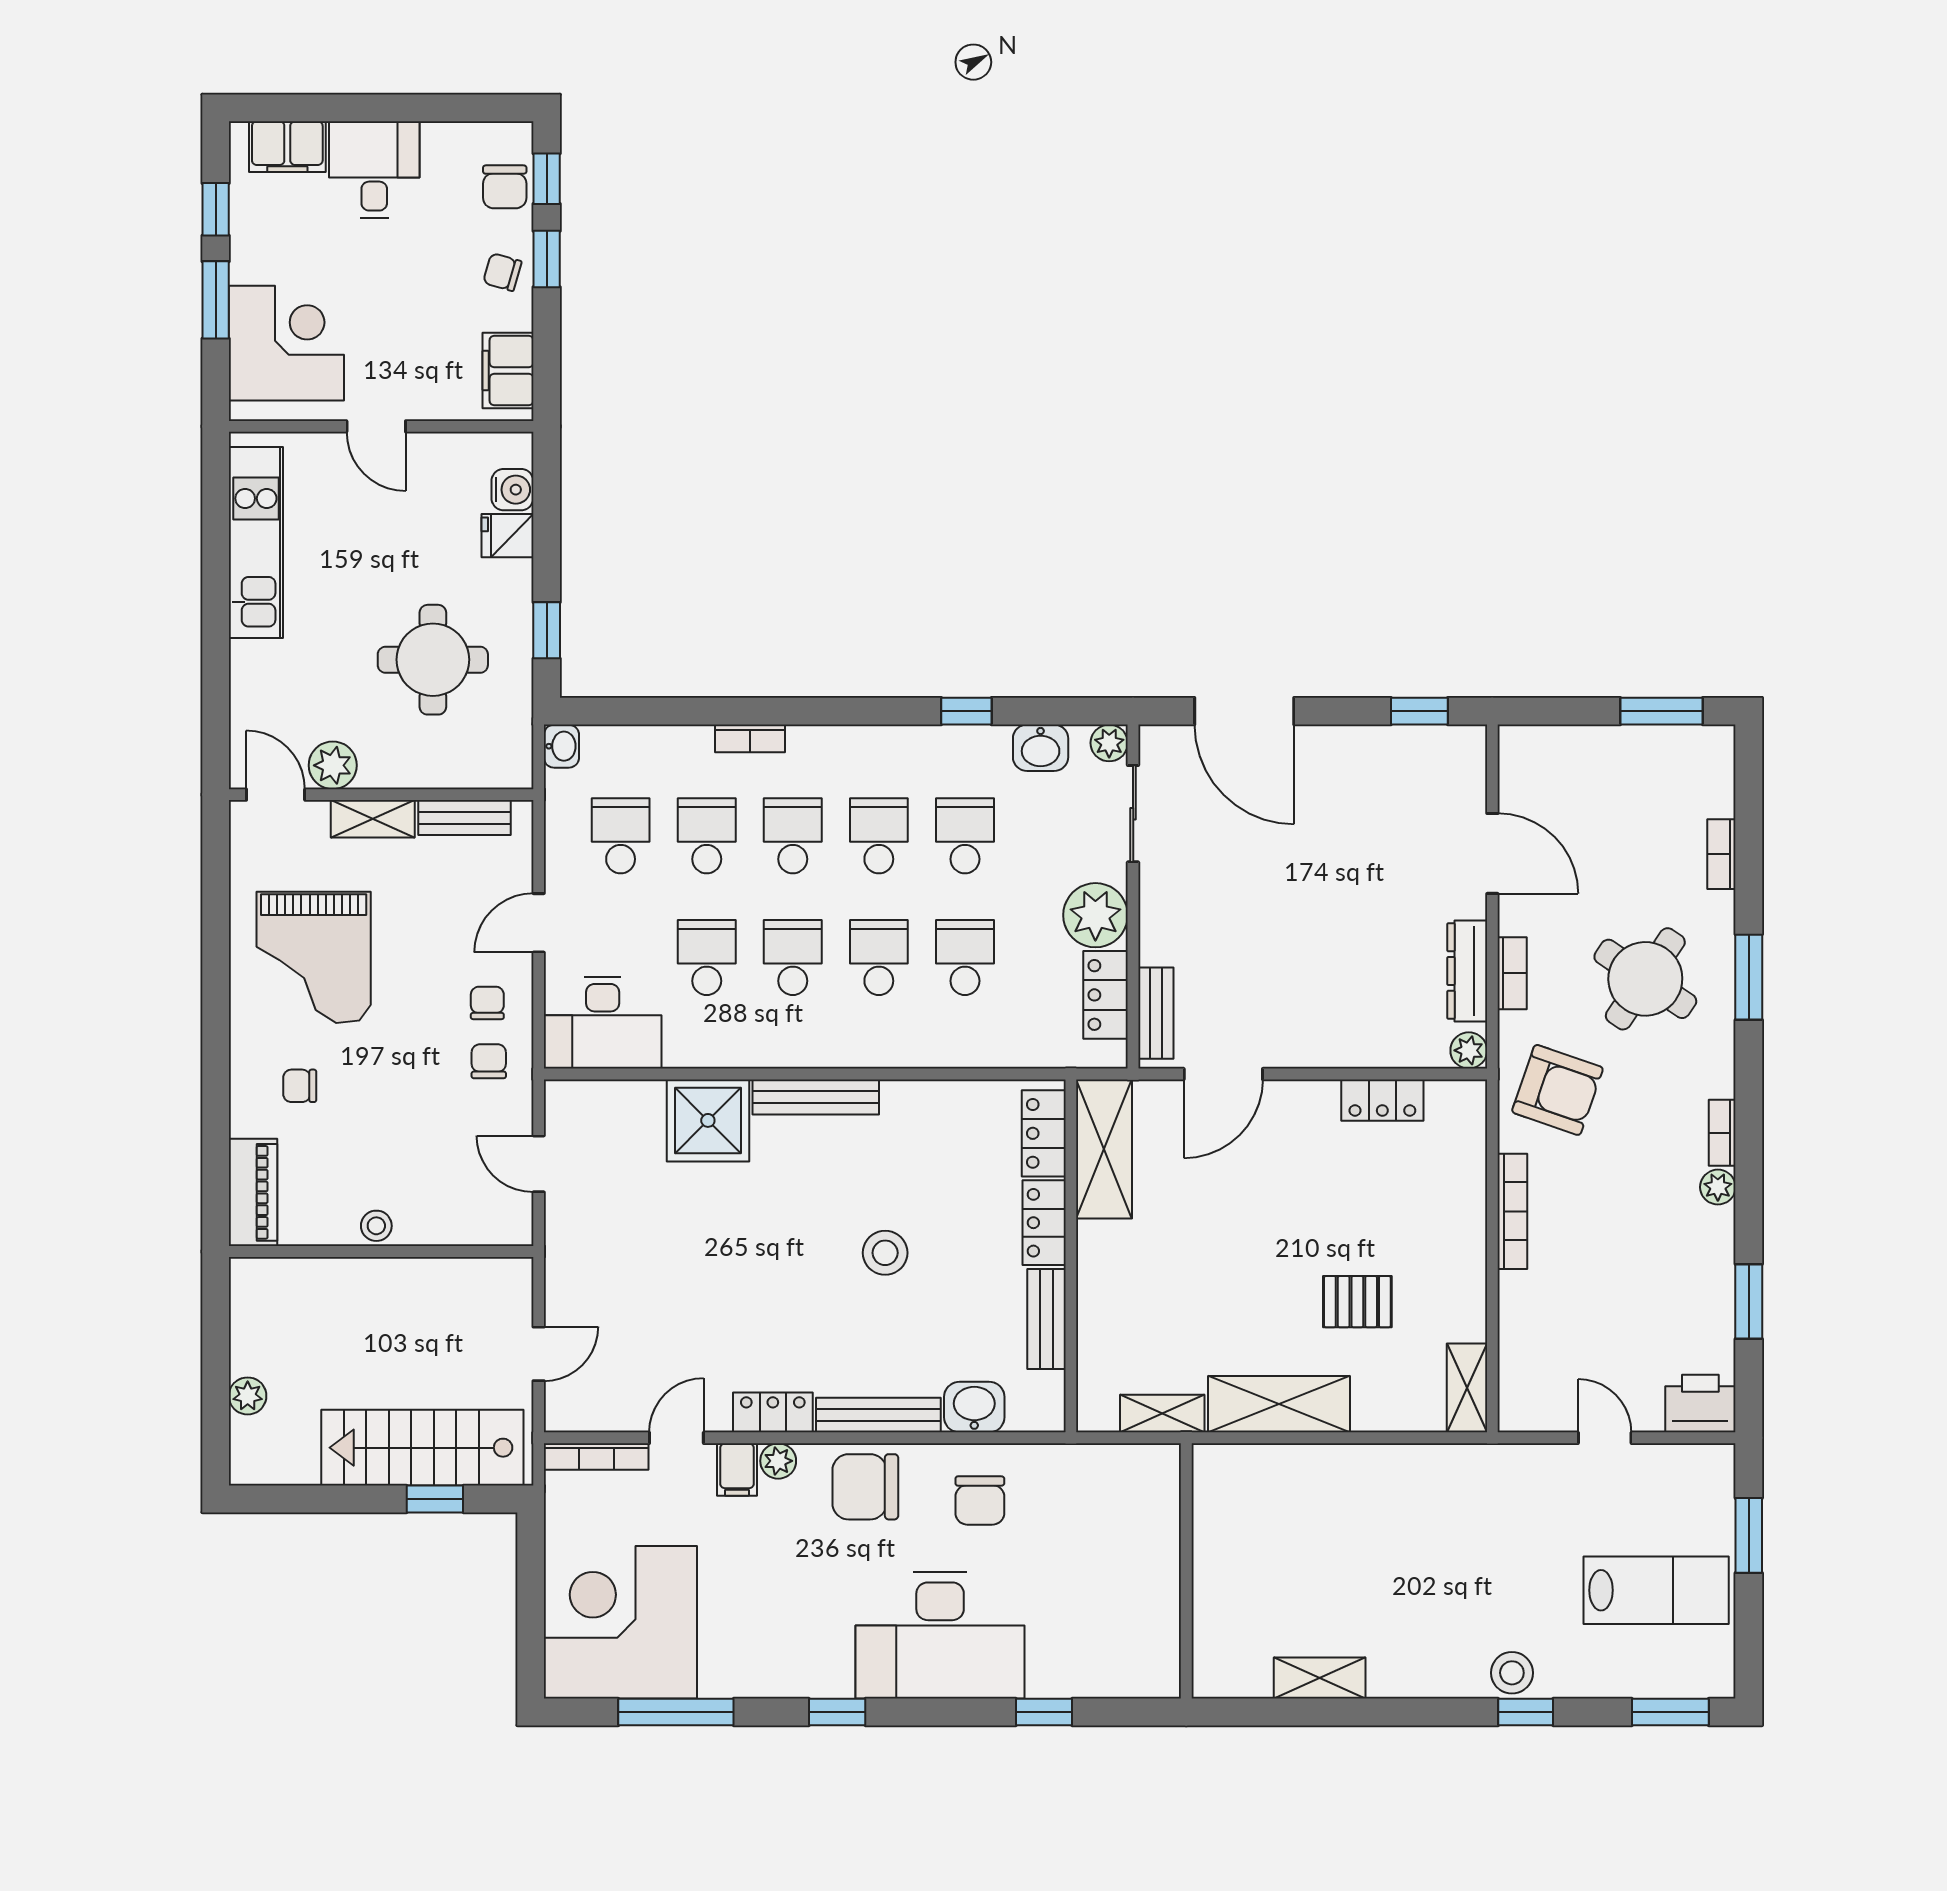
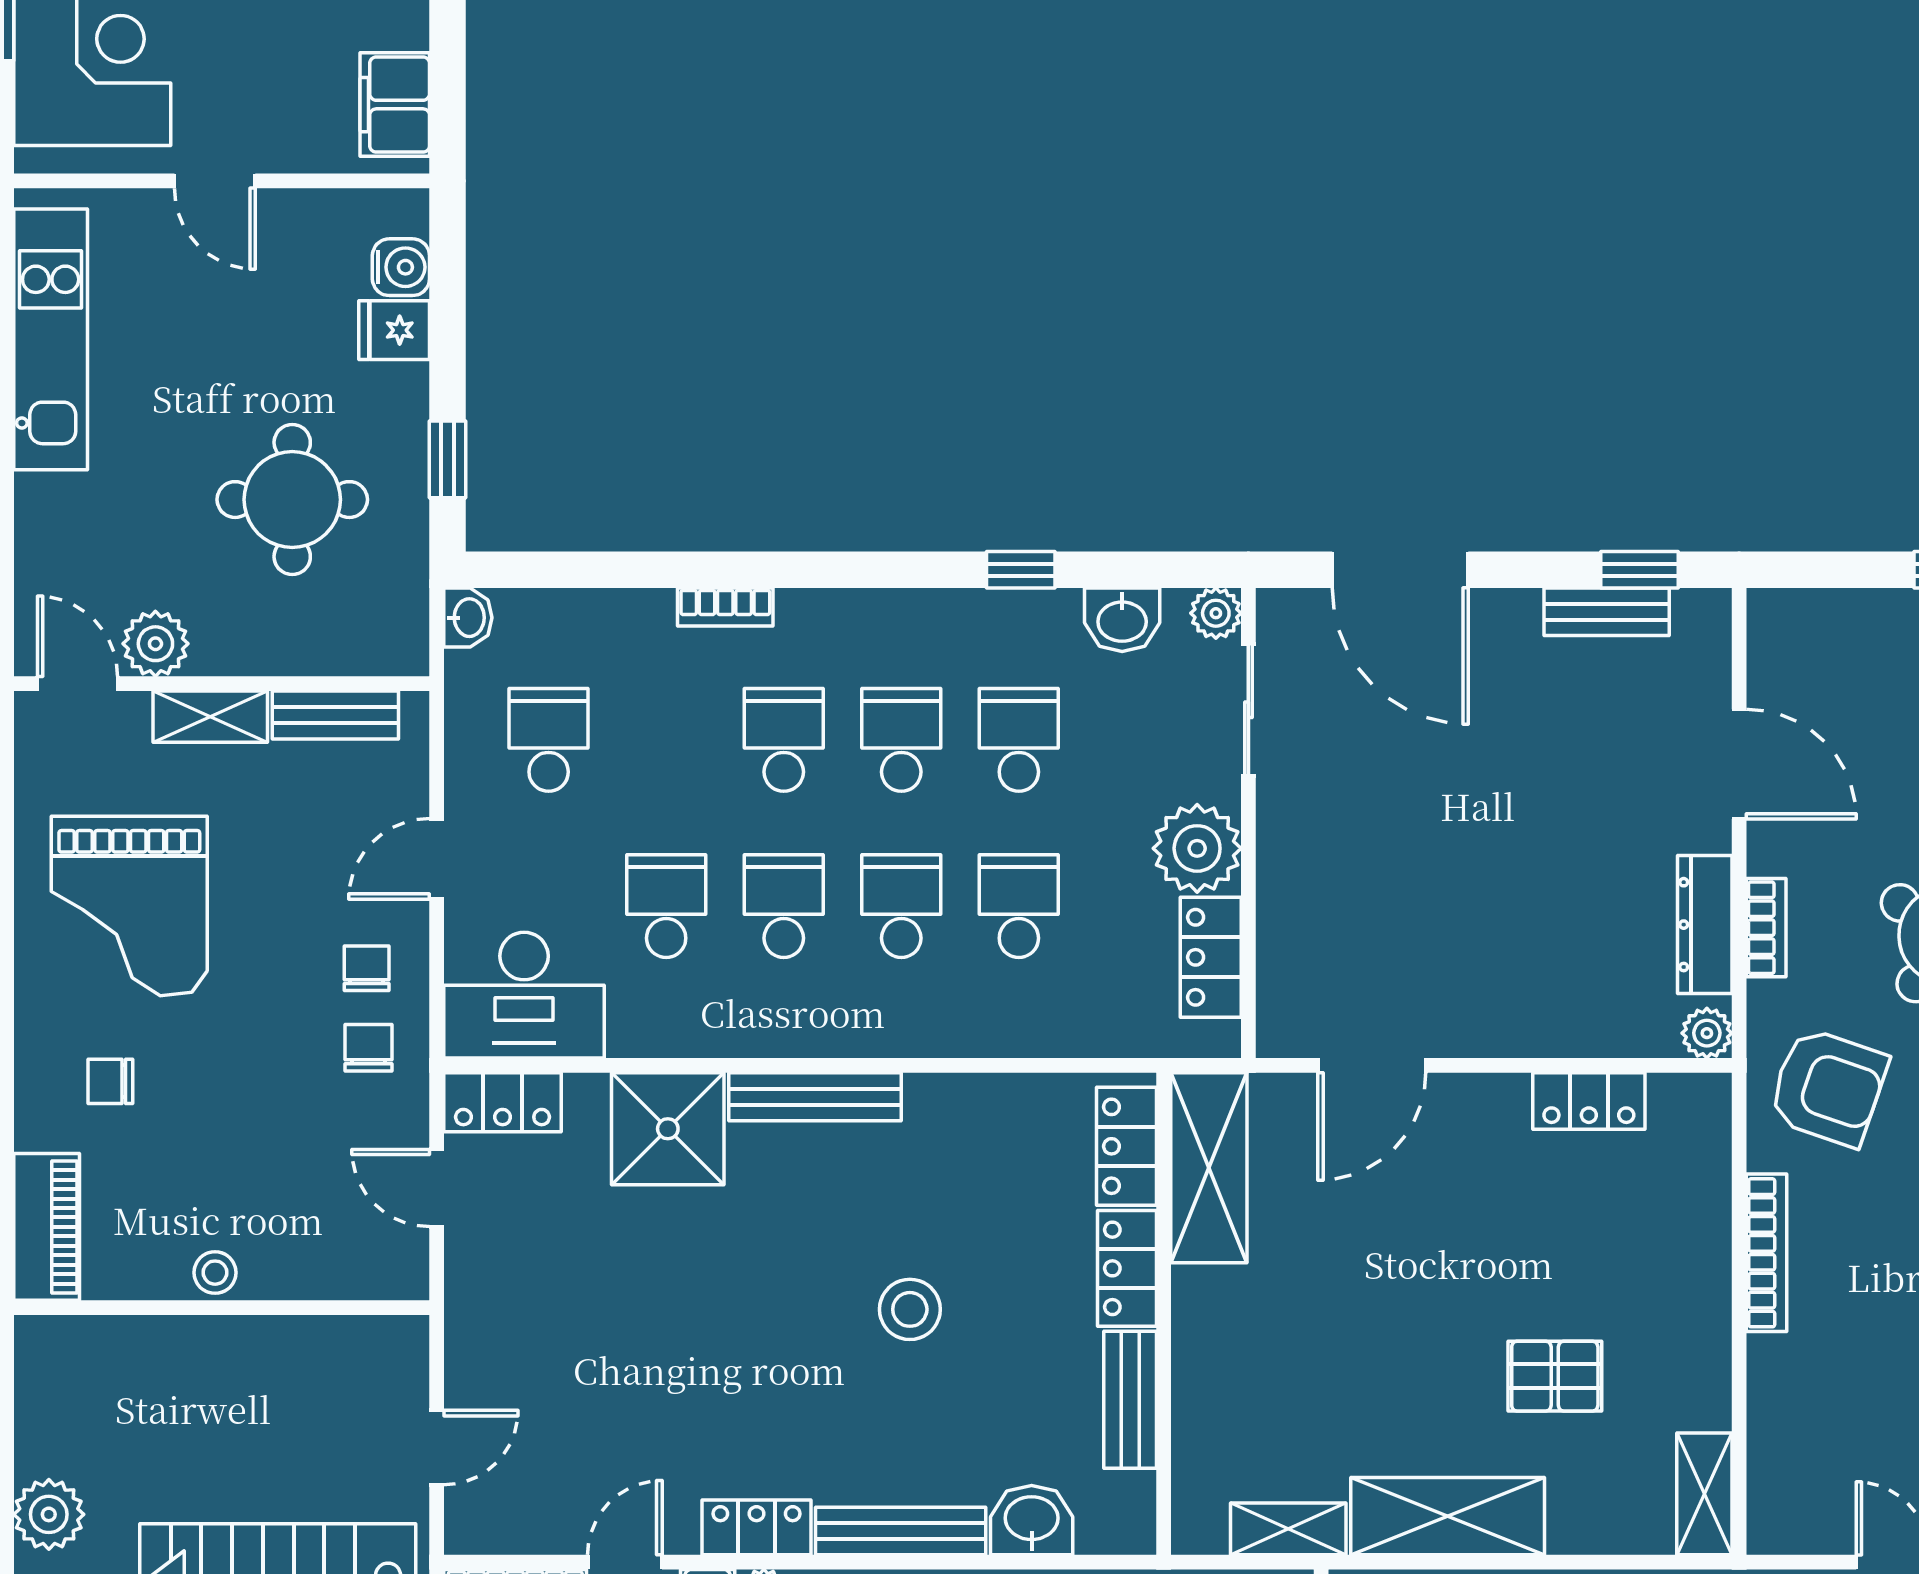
school desk: (707, 836) -> (666, 740), removed
bench: (1156, 1013) -> (1607, 612), moved, turned 90
locker: (587, 1101) -> (503, 1102), added
plant: (248, 1396) -> (49, 1514), width x1.38, depth x1.38

